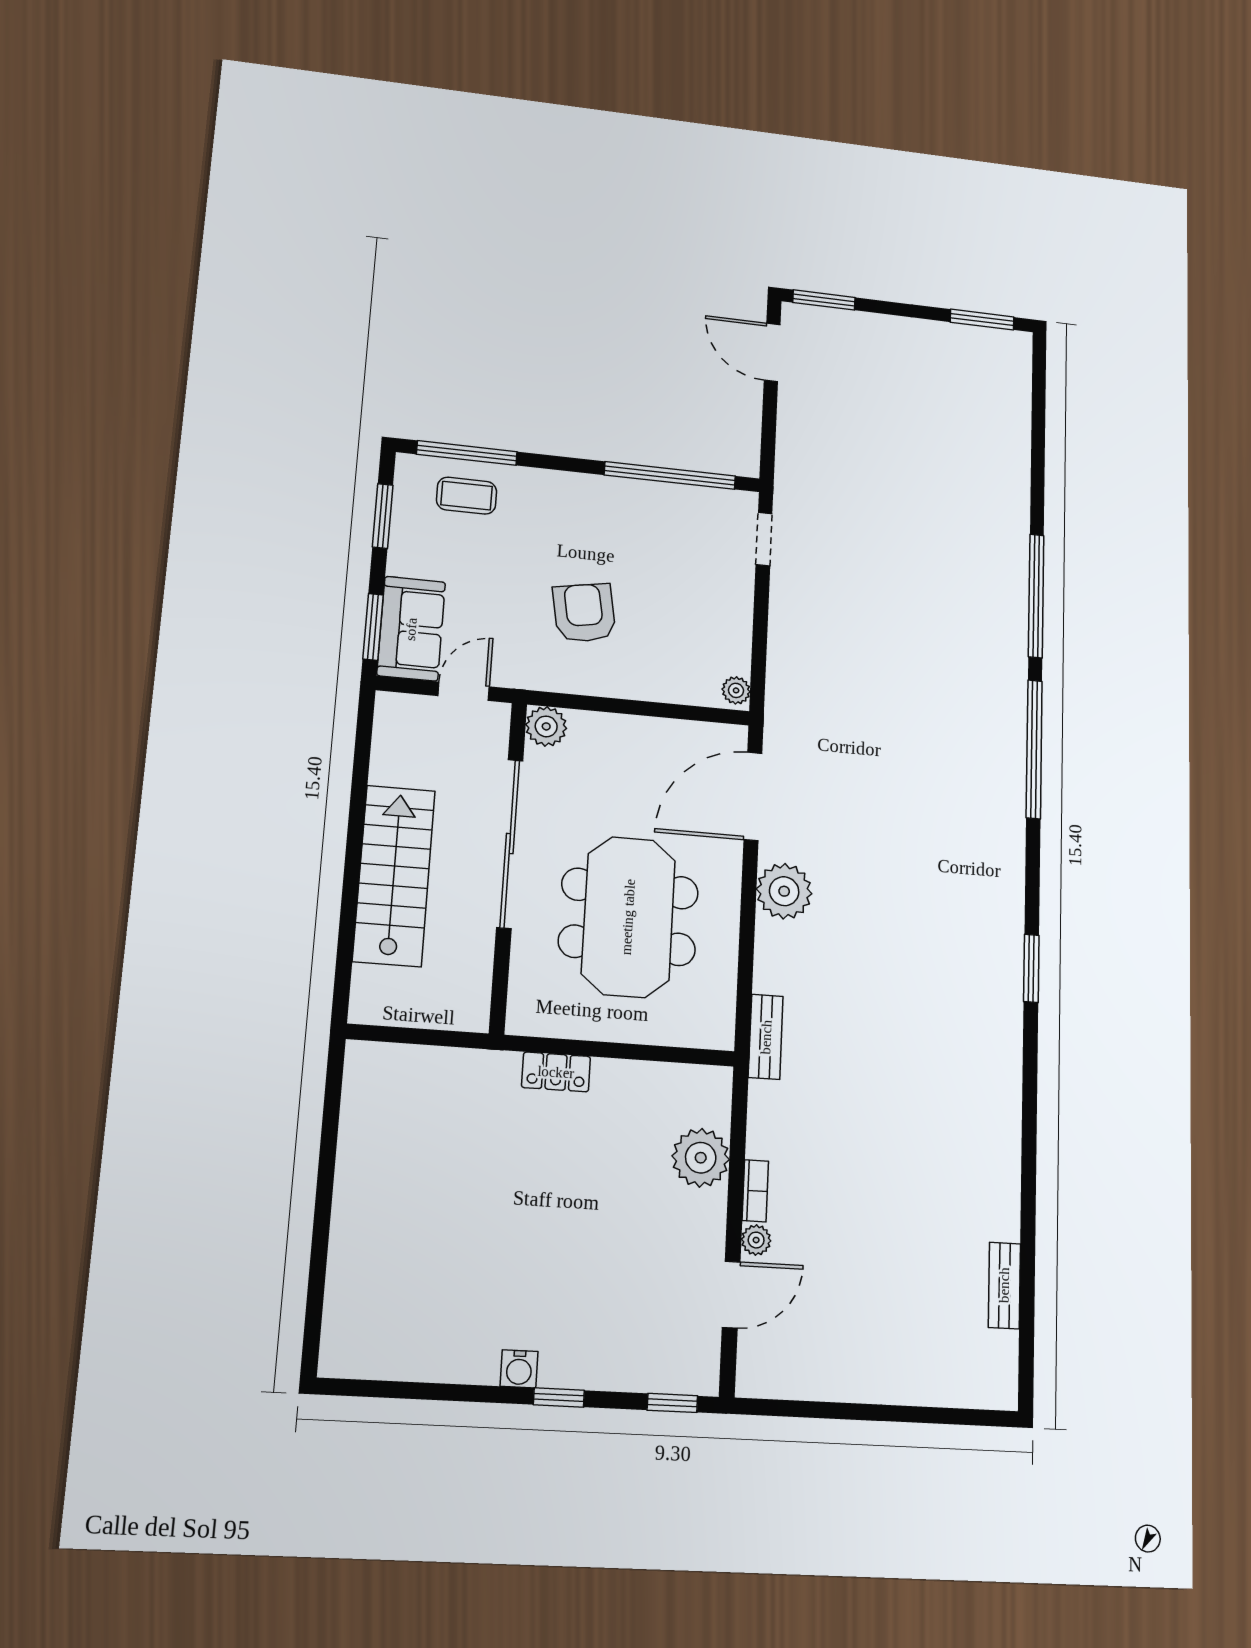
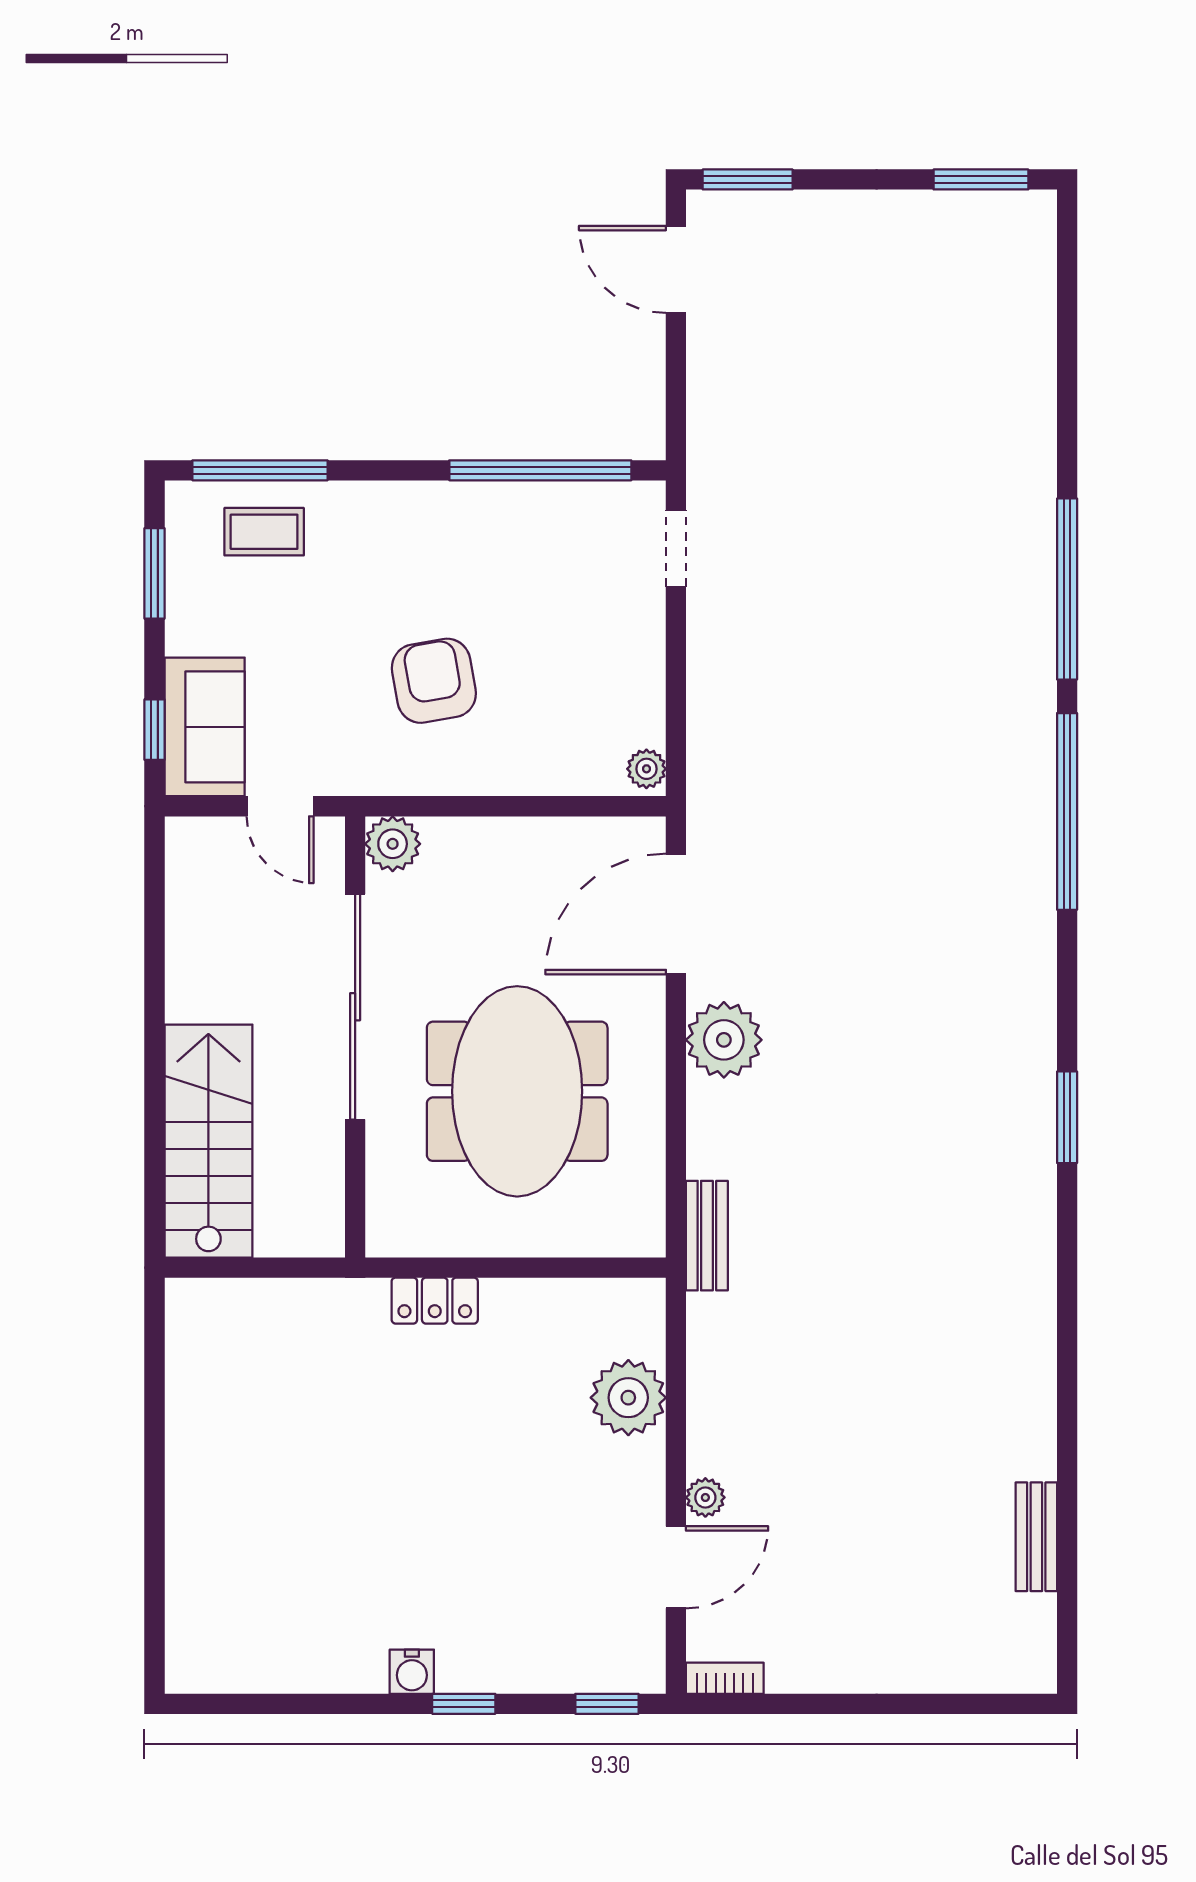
window: (373, 627) -> (154, 730), width x0.67
door: (464, 691) -> (280, 806), swing flipped
stairs: (394, 875) -> (208, 1141), moved
bookcase: (755, 1191) -> (725, 1678), moved, turned -90

